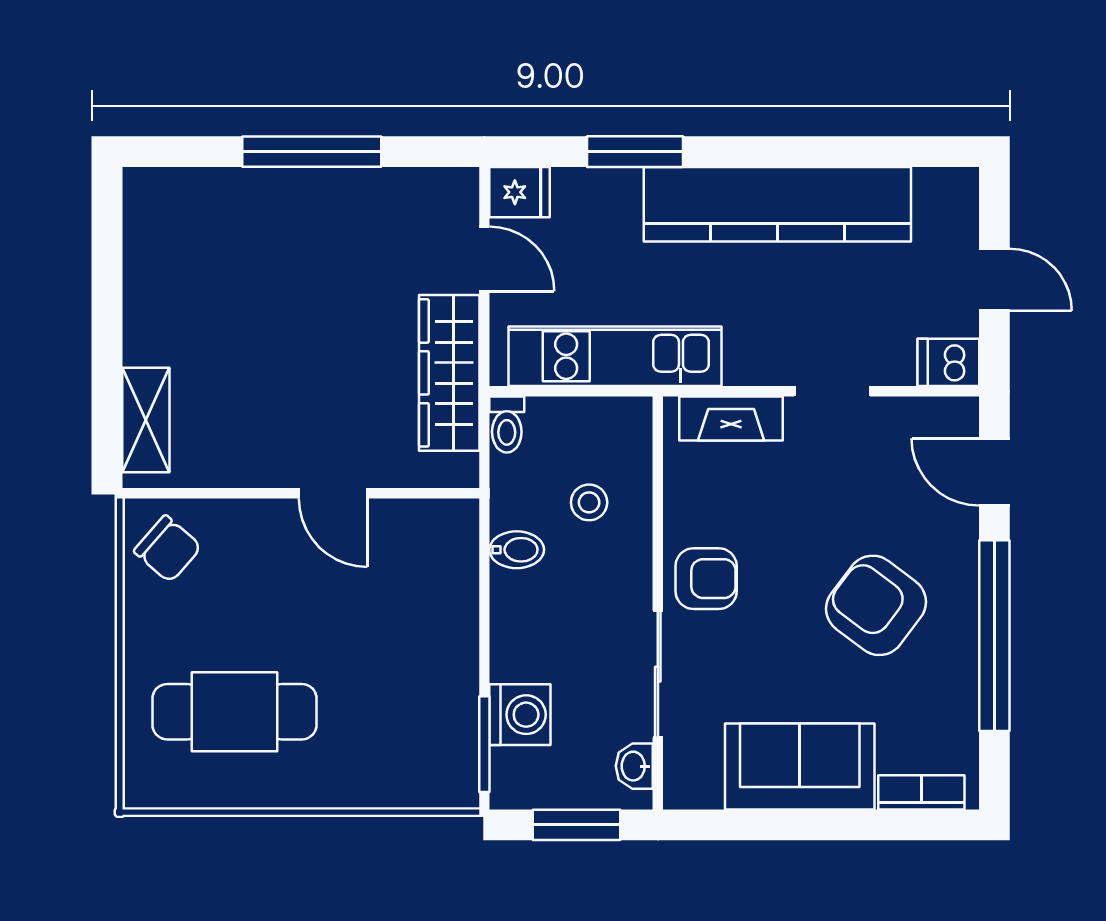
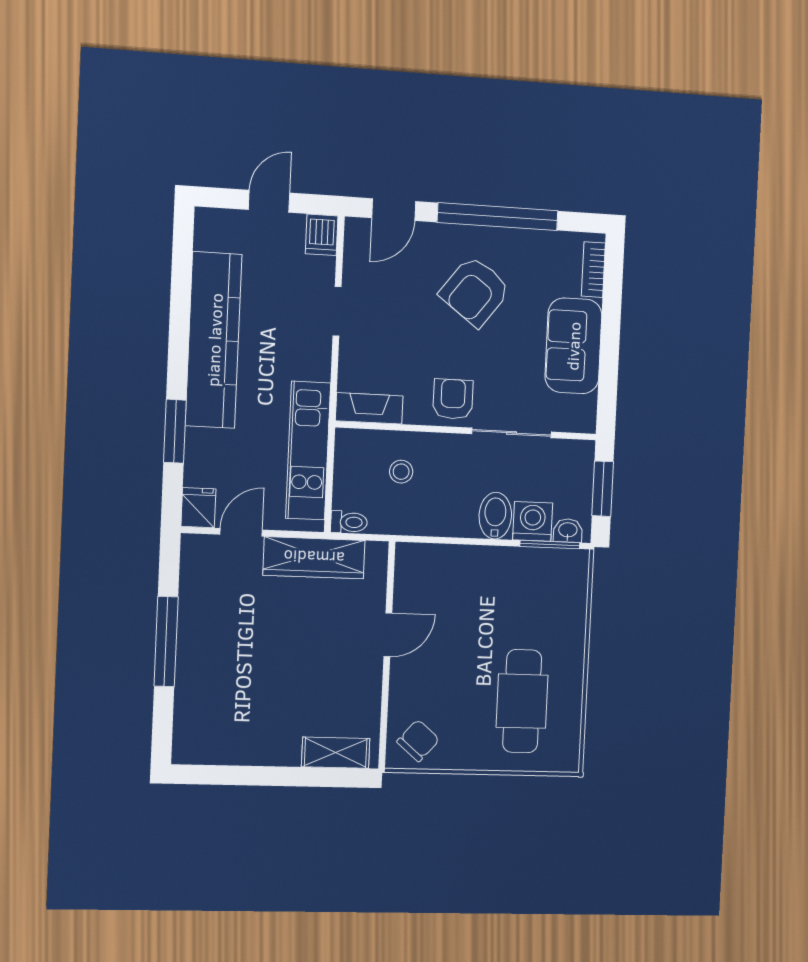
fireplace: (731, 418) -> (369, 408), moved, turned -90
bidet: (517, 550) -> (495, 516), moved, width x1.38, depth x1.36
washbasin: (634, 766) -> (568, 530), moved, turned 180

